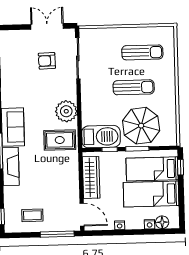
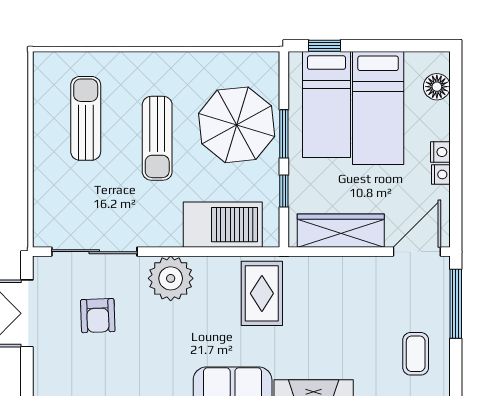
sun lounger: (134, 87) -> (157, 138), turned 180
plant: (66, 111) -> (171, 278), moved
barbecue: (101, 137) -> (223, 225), moved, turned 90
nightstand: (150, 224) -> (440, 152), moved

